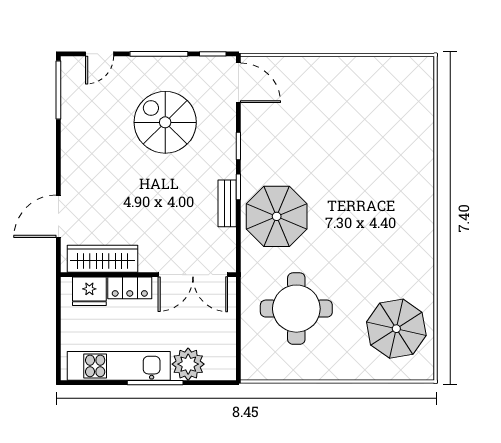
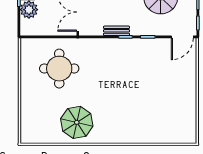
parasol: (277, 216) -> (109, 58), removed
parasol: (396, 329) -> (77, 122), moved

